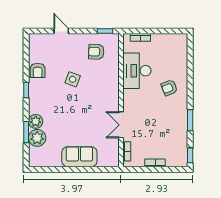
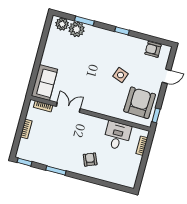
armchair: (96, 52) -> (140, 103), width x1.88, depth x1.88
armchair: (38, 70) -> (153, 49), moved
desk: (137, 71) -> (117, 136), width x0.73
plant: (36, 121) -> (62, 24), moved
sofa: (79, 157) -> (44, 83), moved

